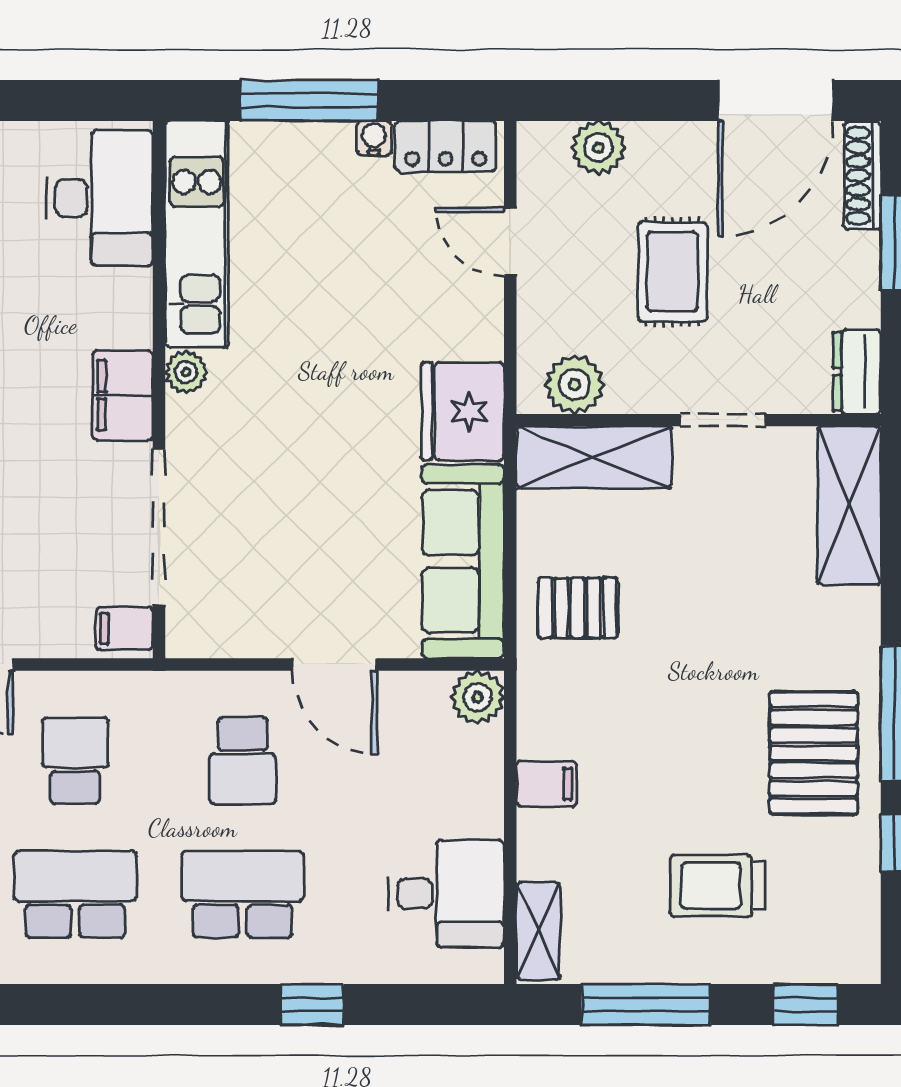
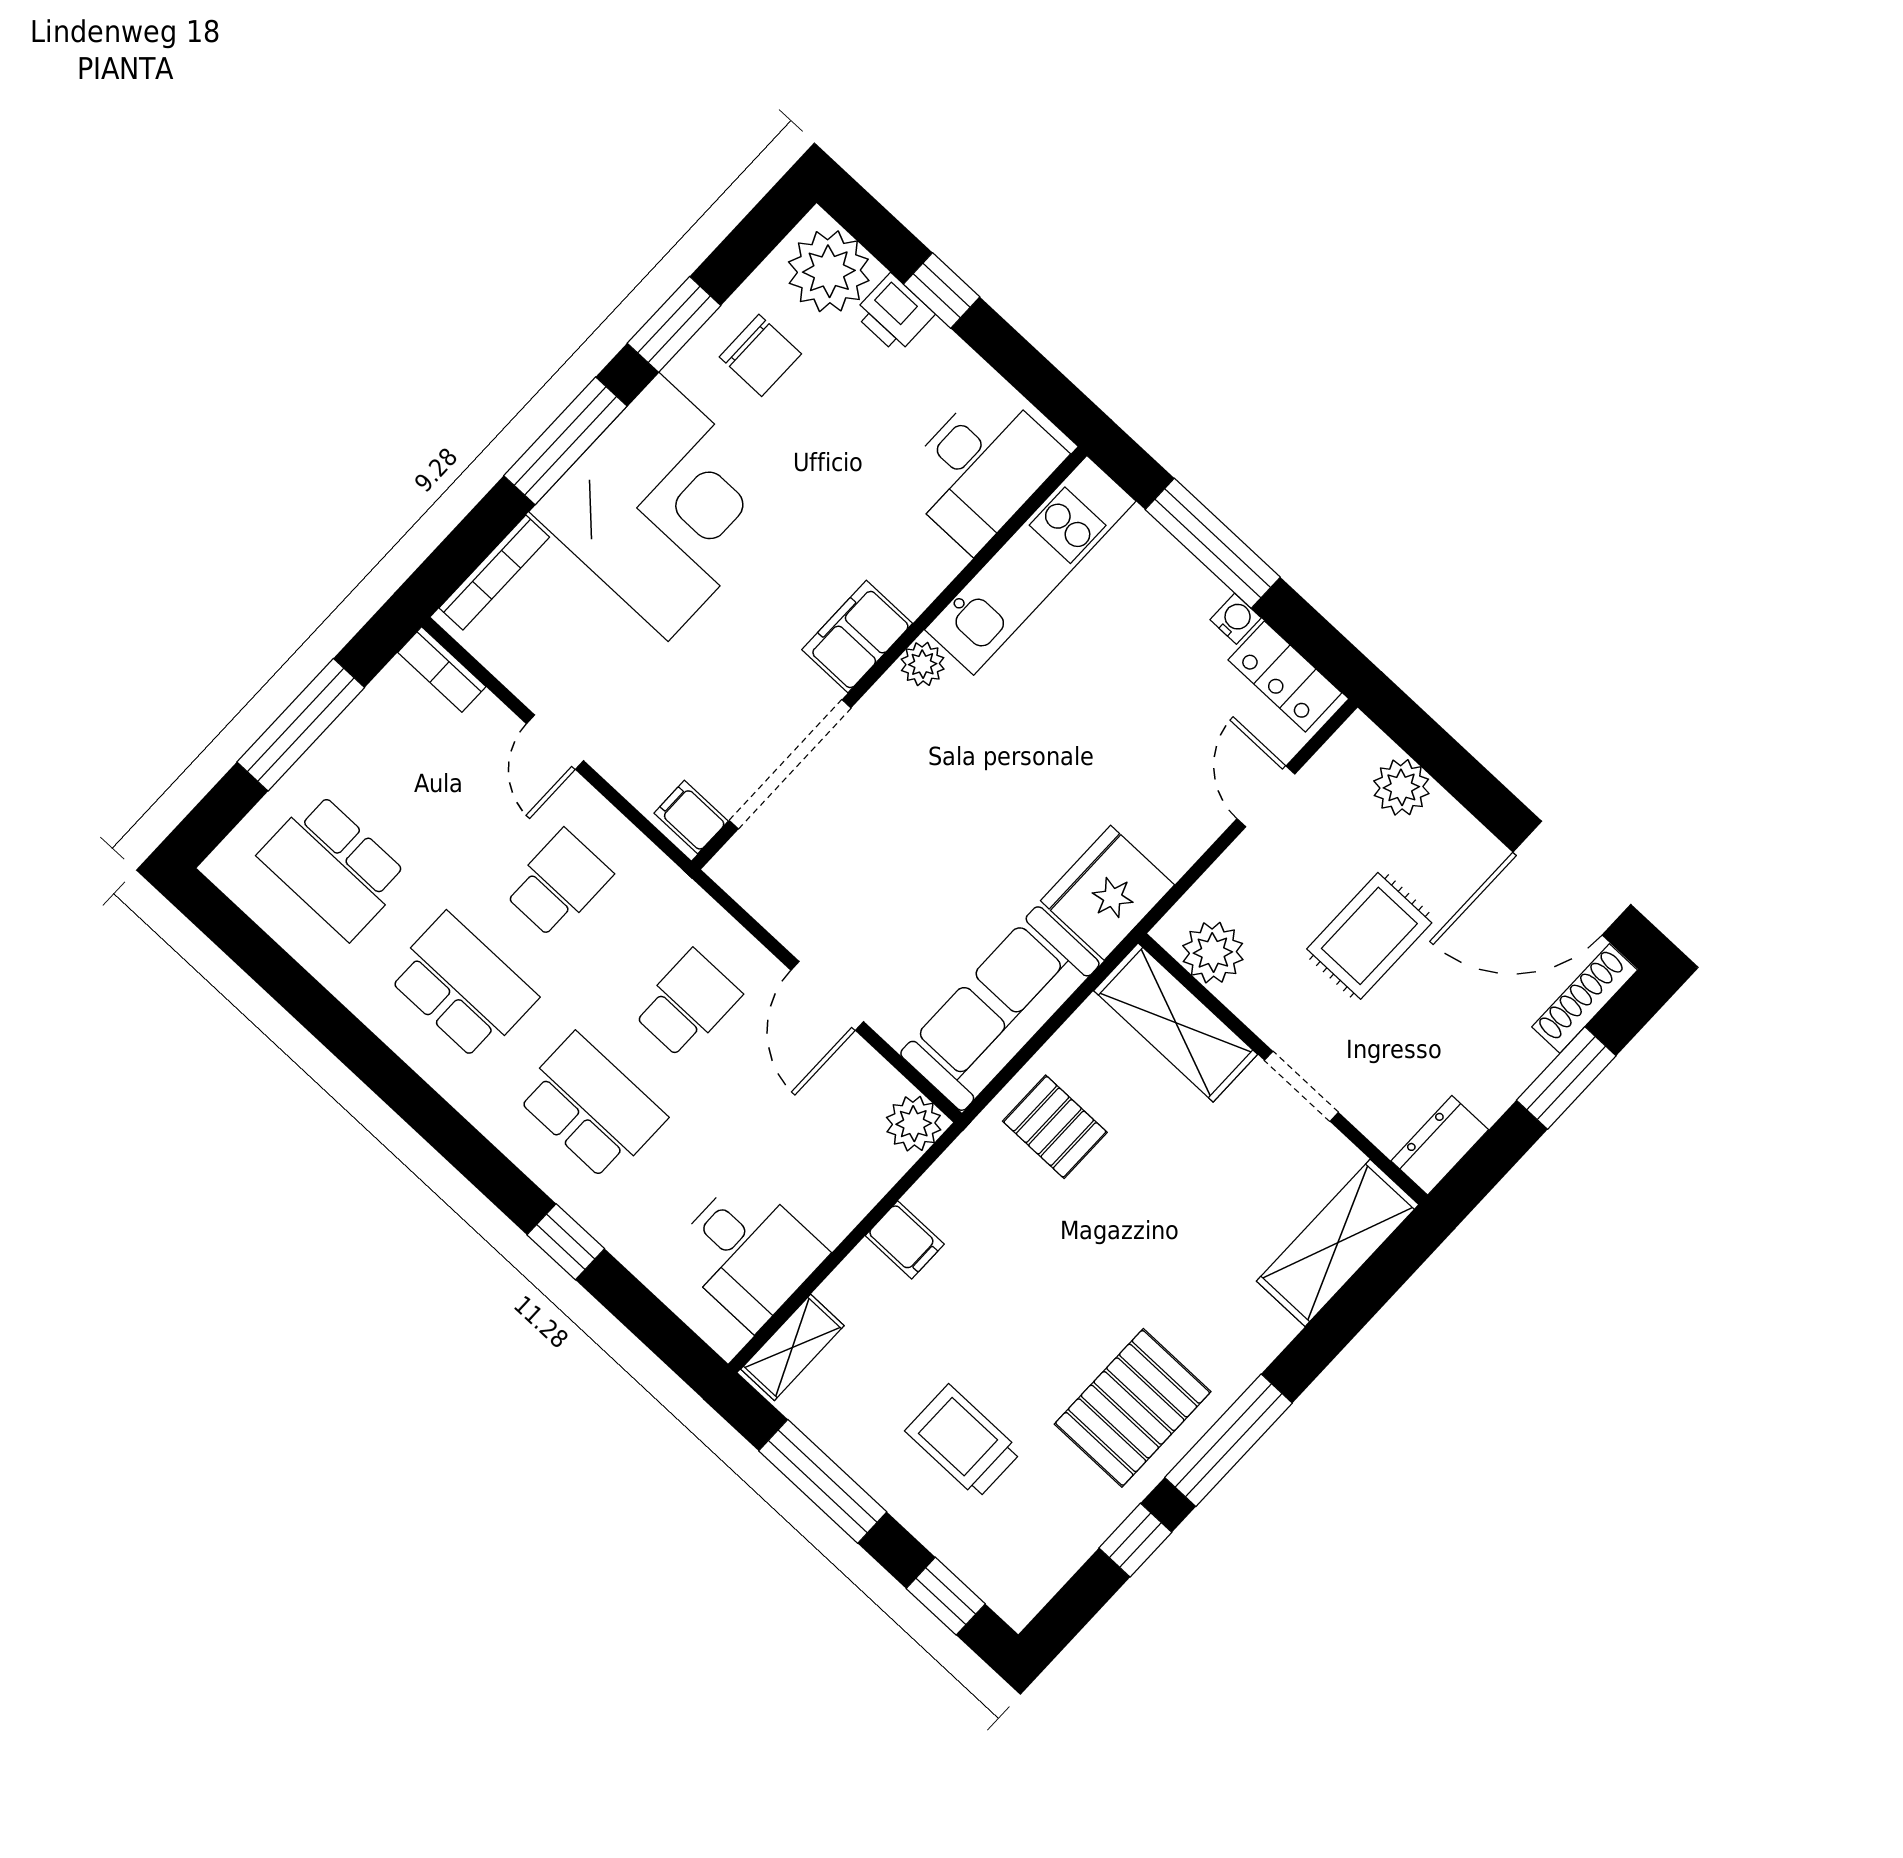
school desk: (243, 761) -> (687, 1004), turned 180

